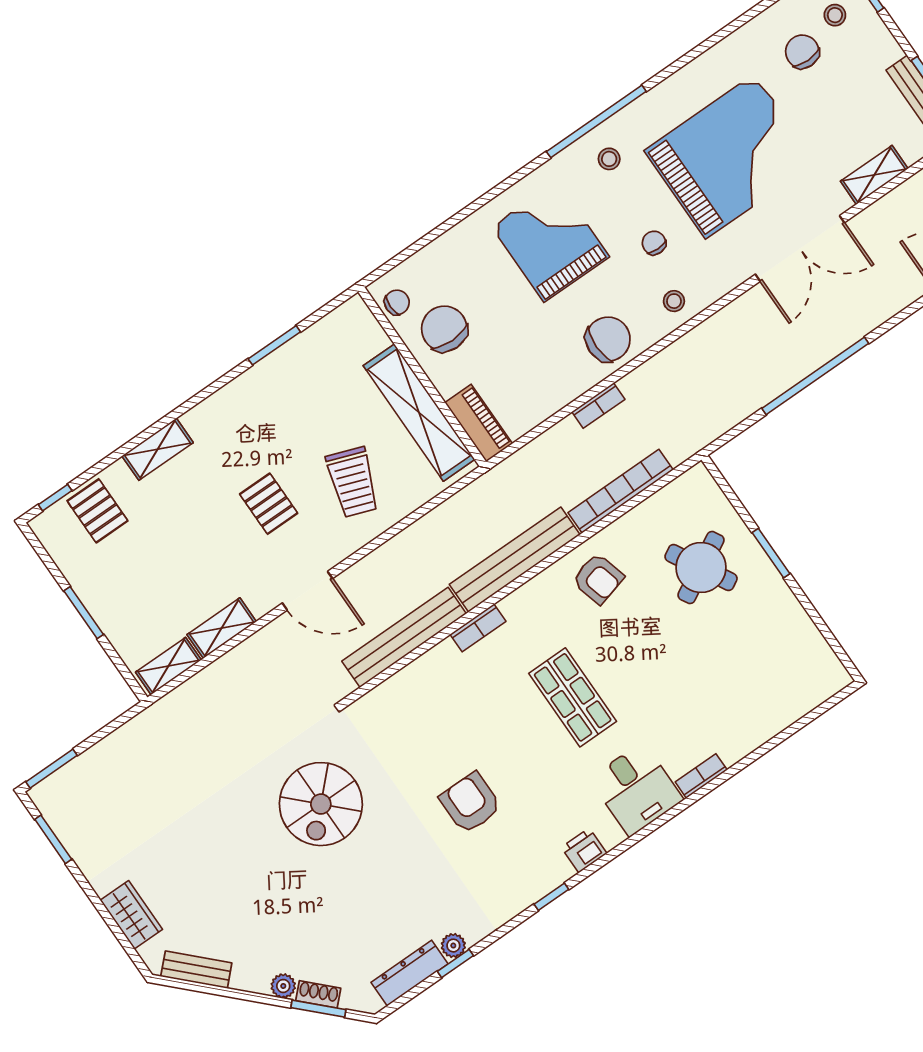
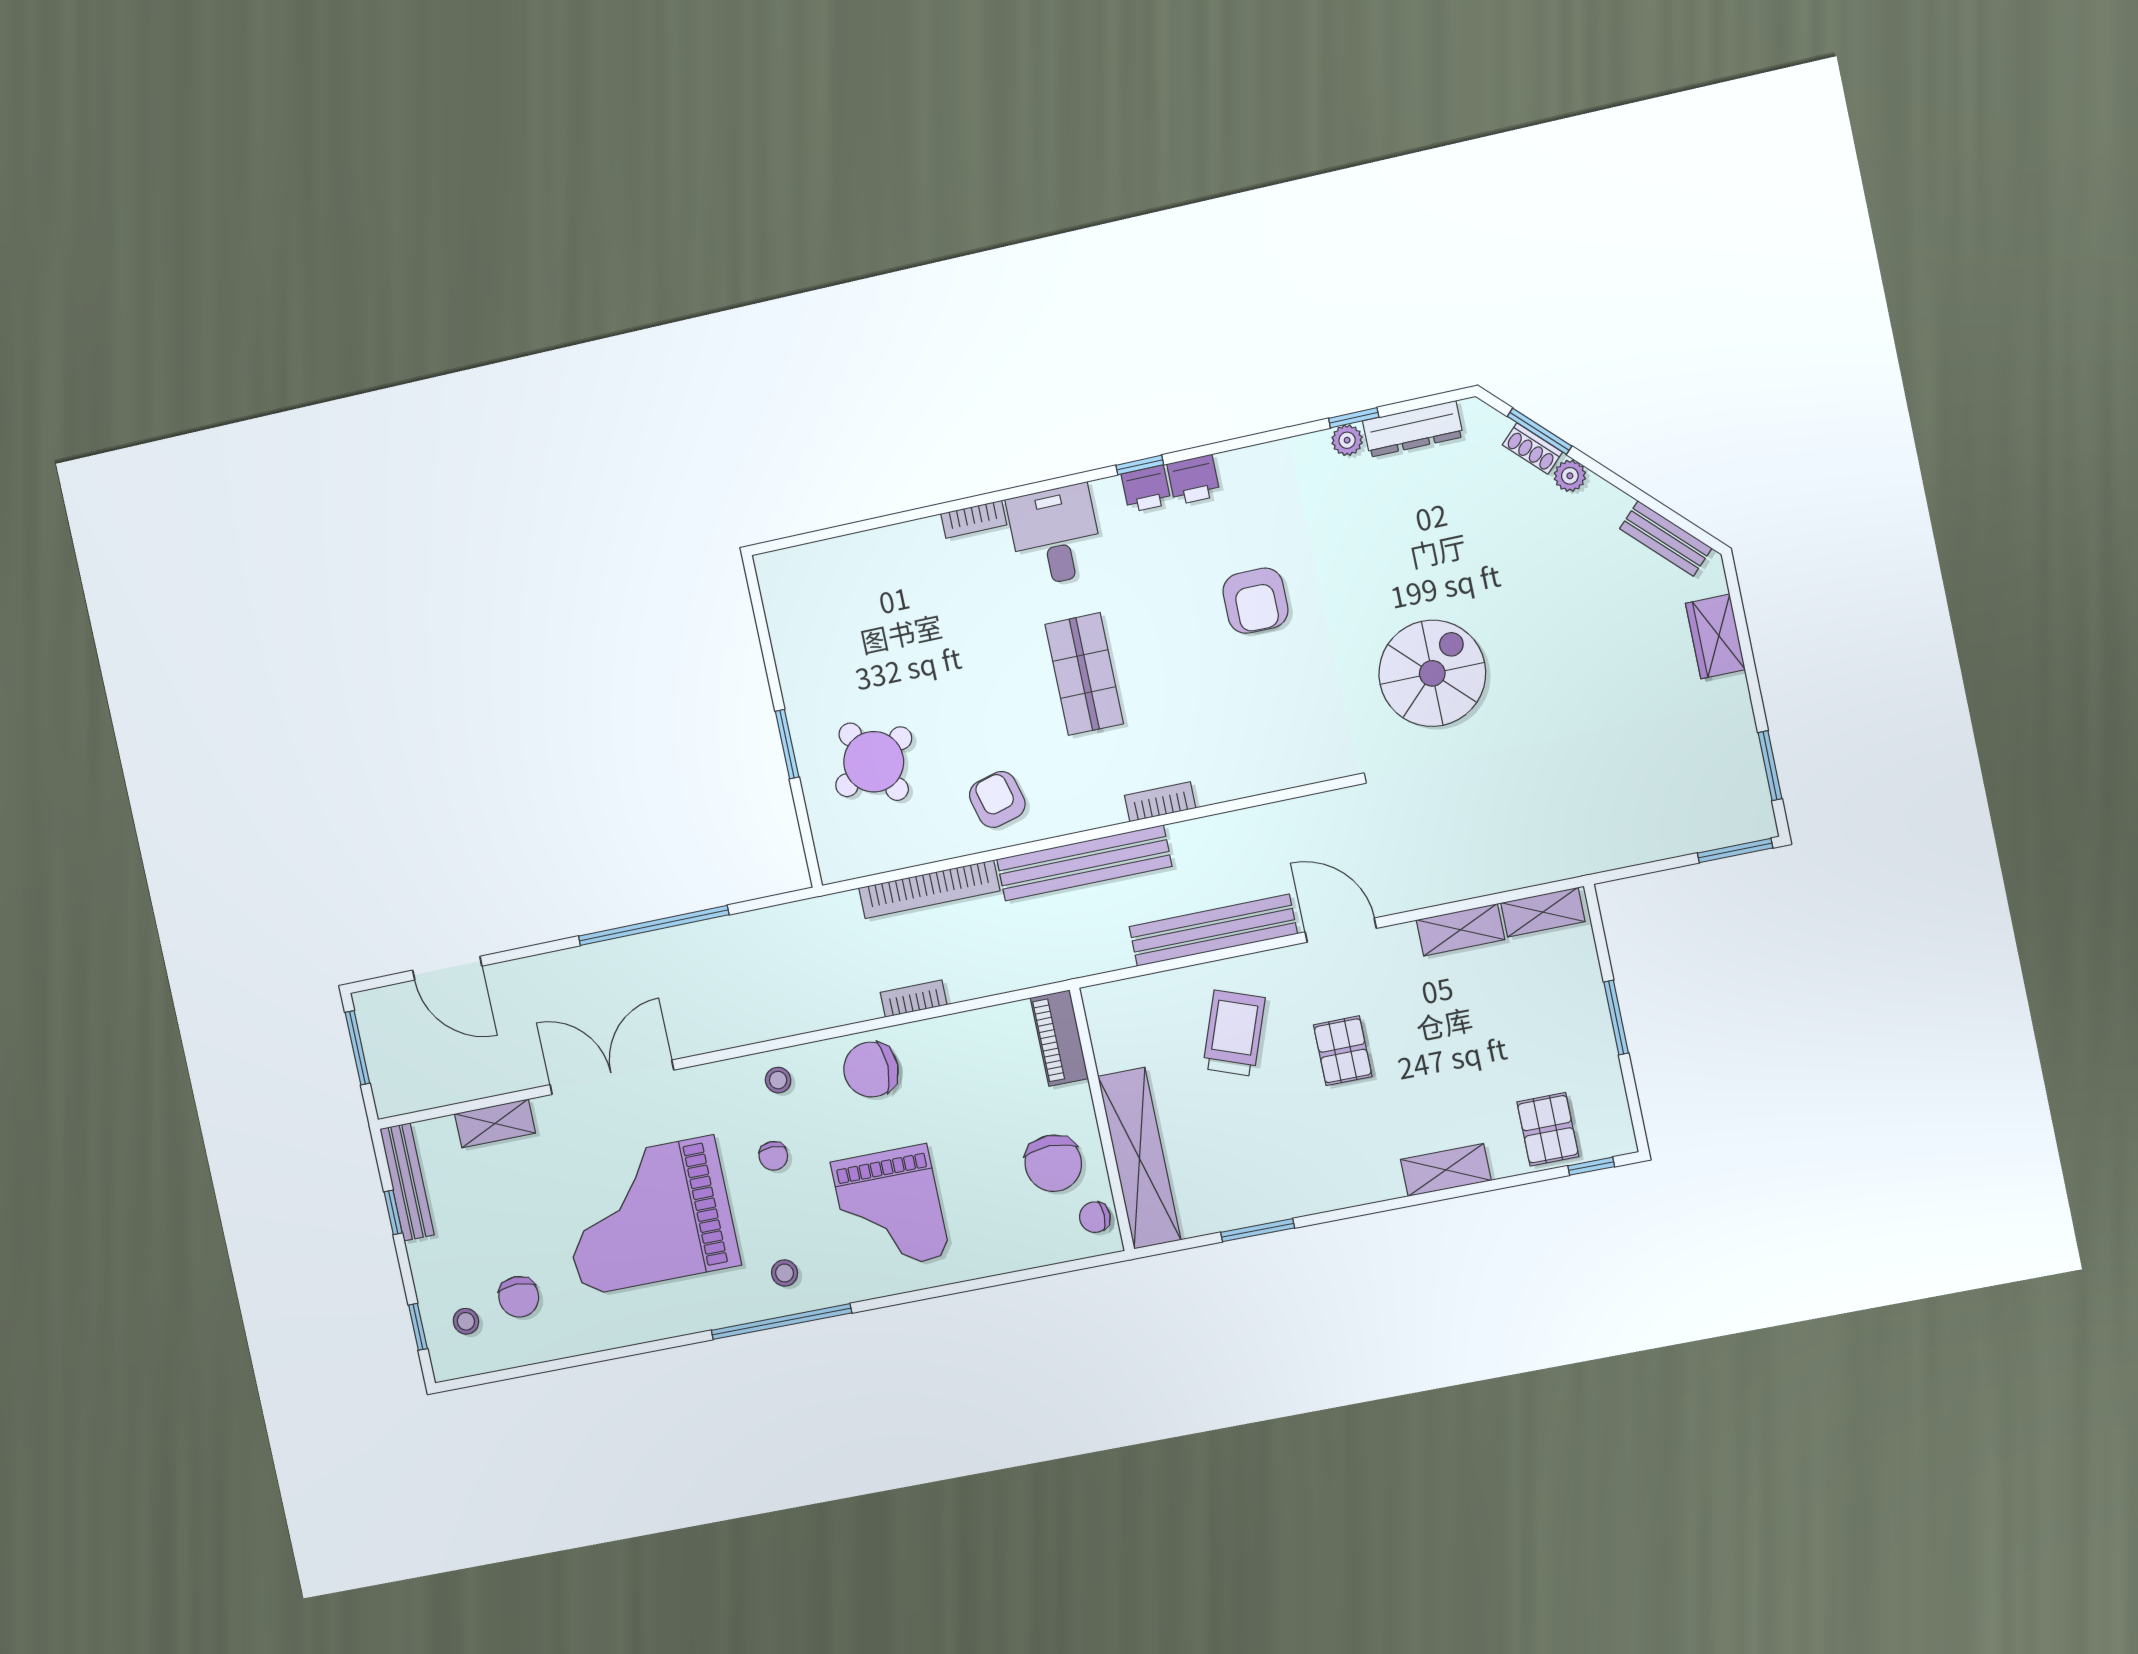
shelving: (419, 413) -> (1139, 1158), moved
bench: (404, 637) -> (1213, 930), moved
printer: (552, 871) -> (1194, 480), added
window: (551, 897) -> (1140, 465), moved

